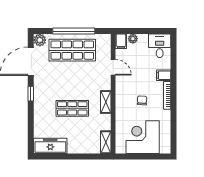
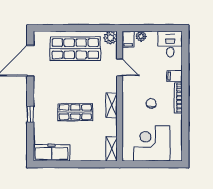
window: (74, 31) -> (77, 28), removed
plant: (40, 40) -> (111, 38), moved
window: (31, 94) -> (30, 114), moved

